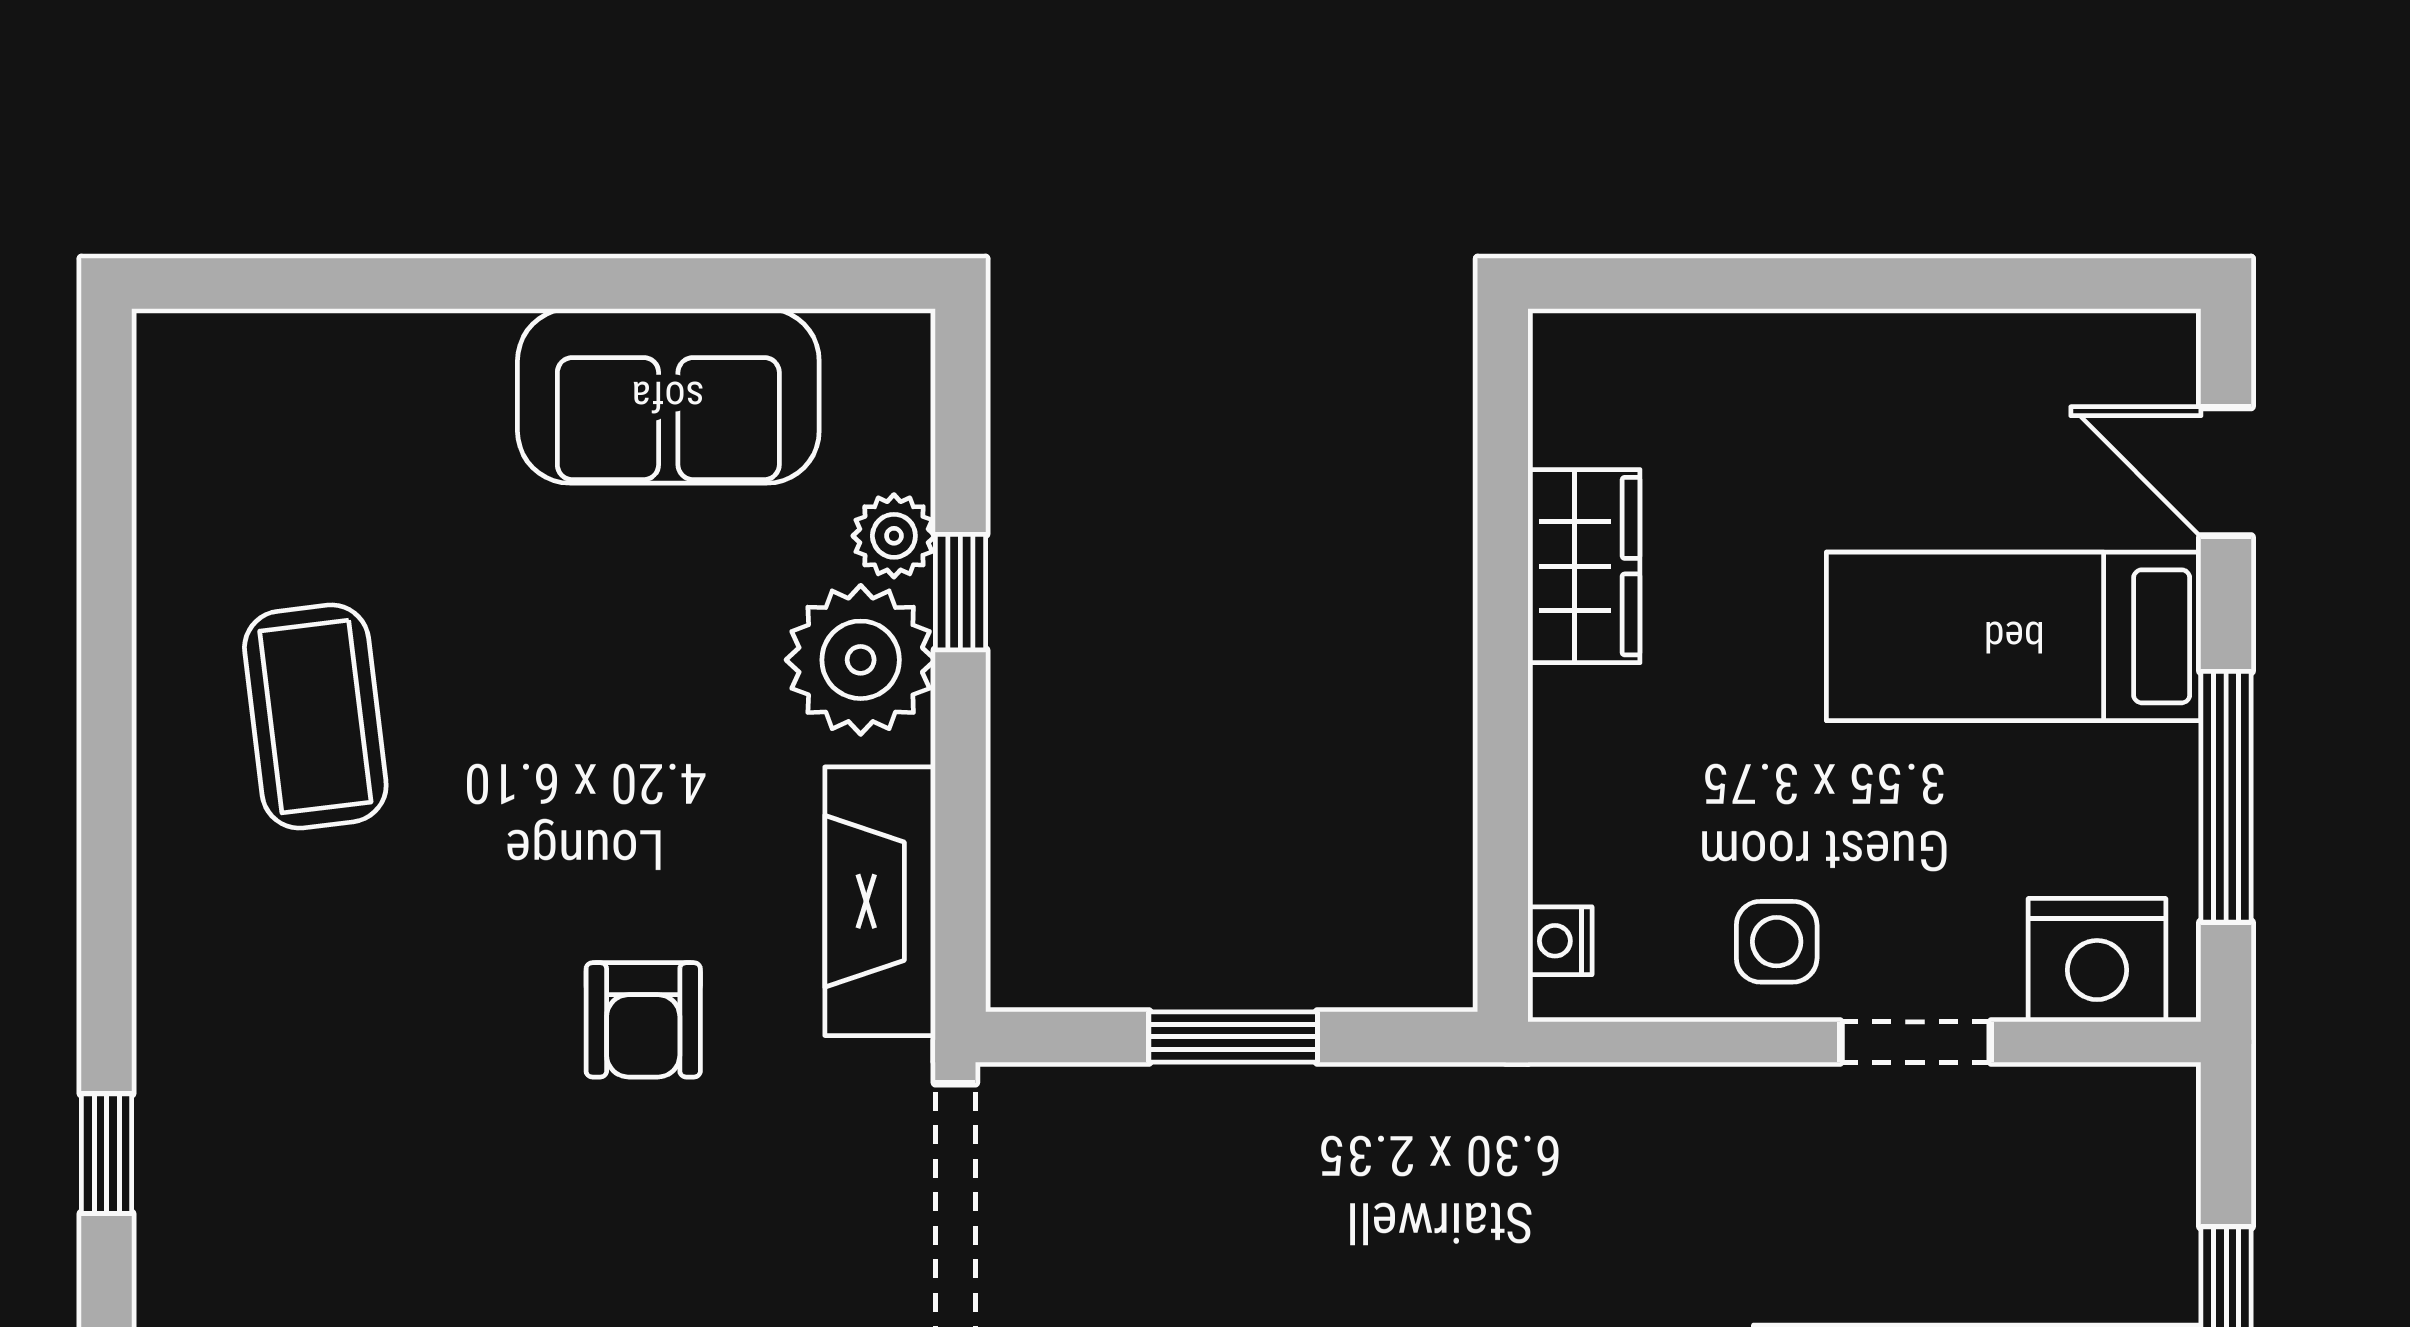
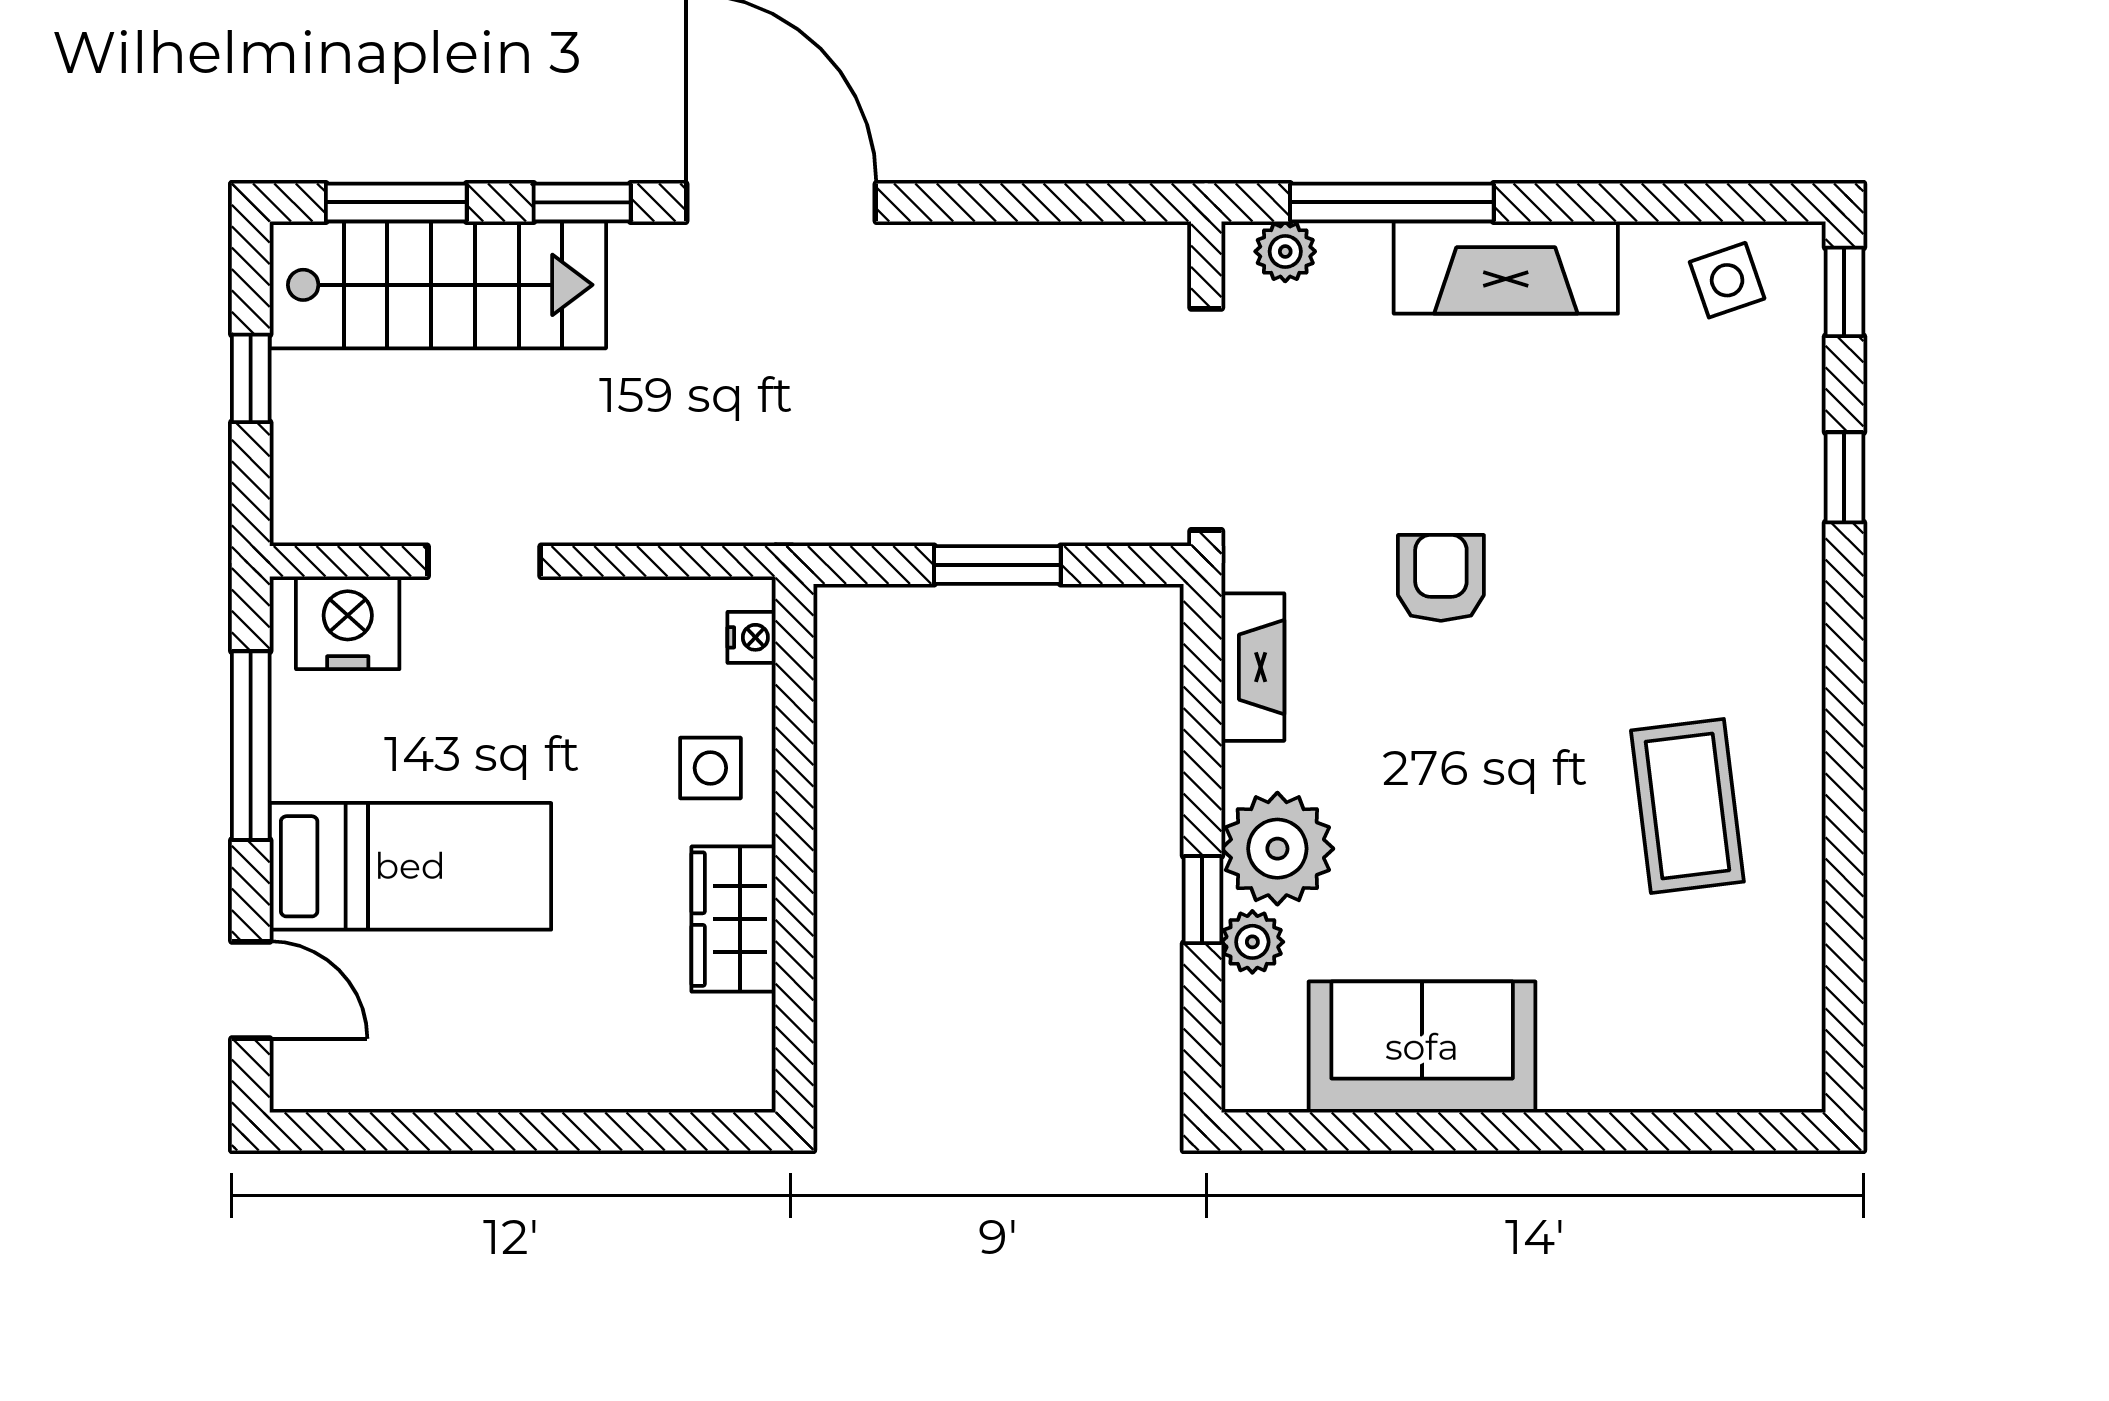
fireplace: (880, 901) -> (1253, 667), width x0.73, depth x0.76
side table: (1777, 942) -> (710, 768), moved

